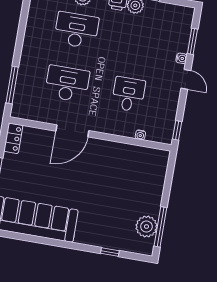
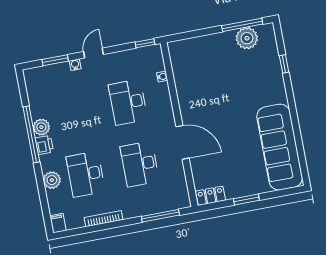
bookcase: (29, 31) -> (103, 219), added
desk: (128, 94) -> (128, 102), width x1.37

